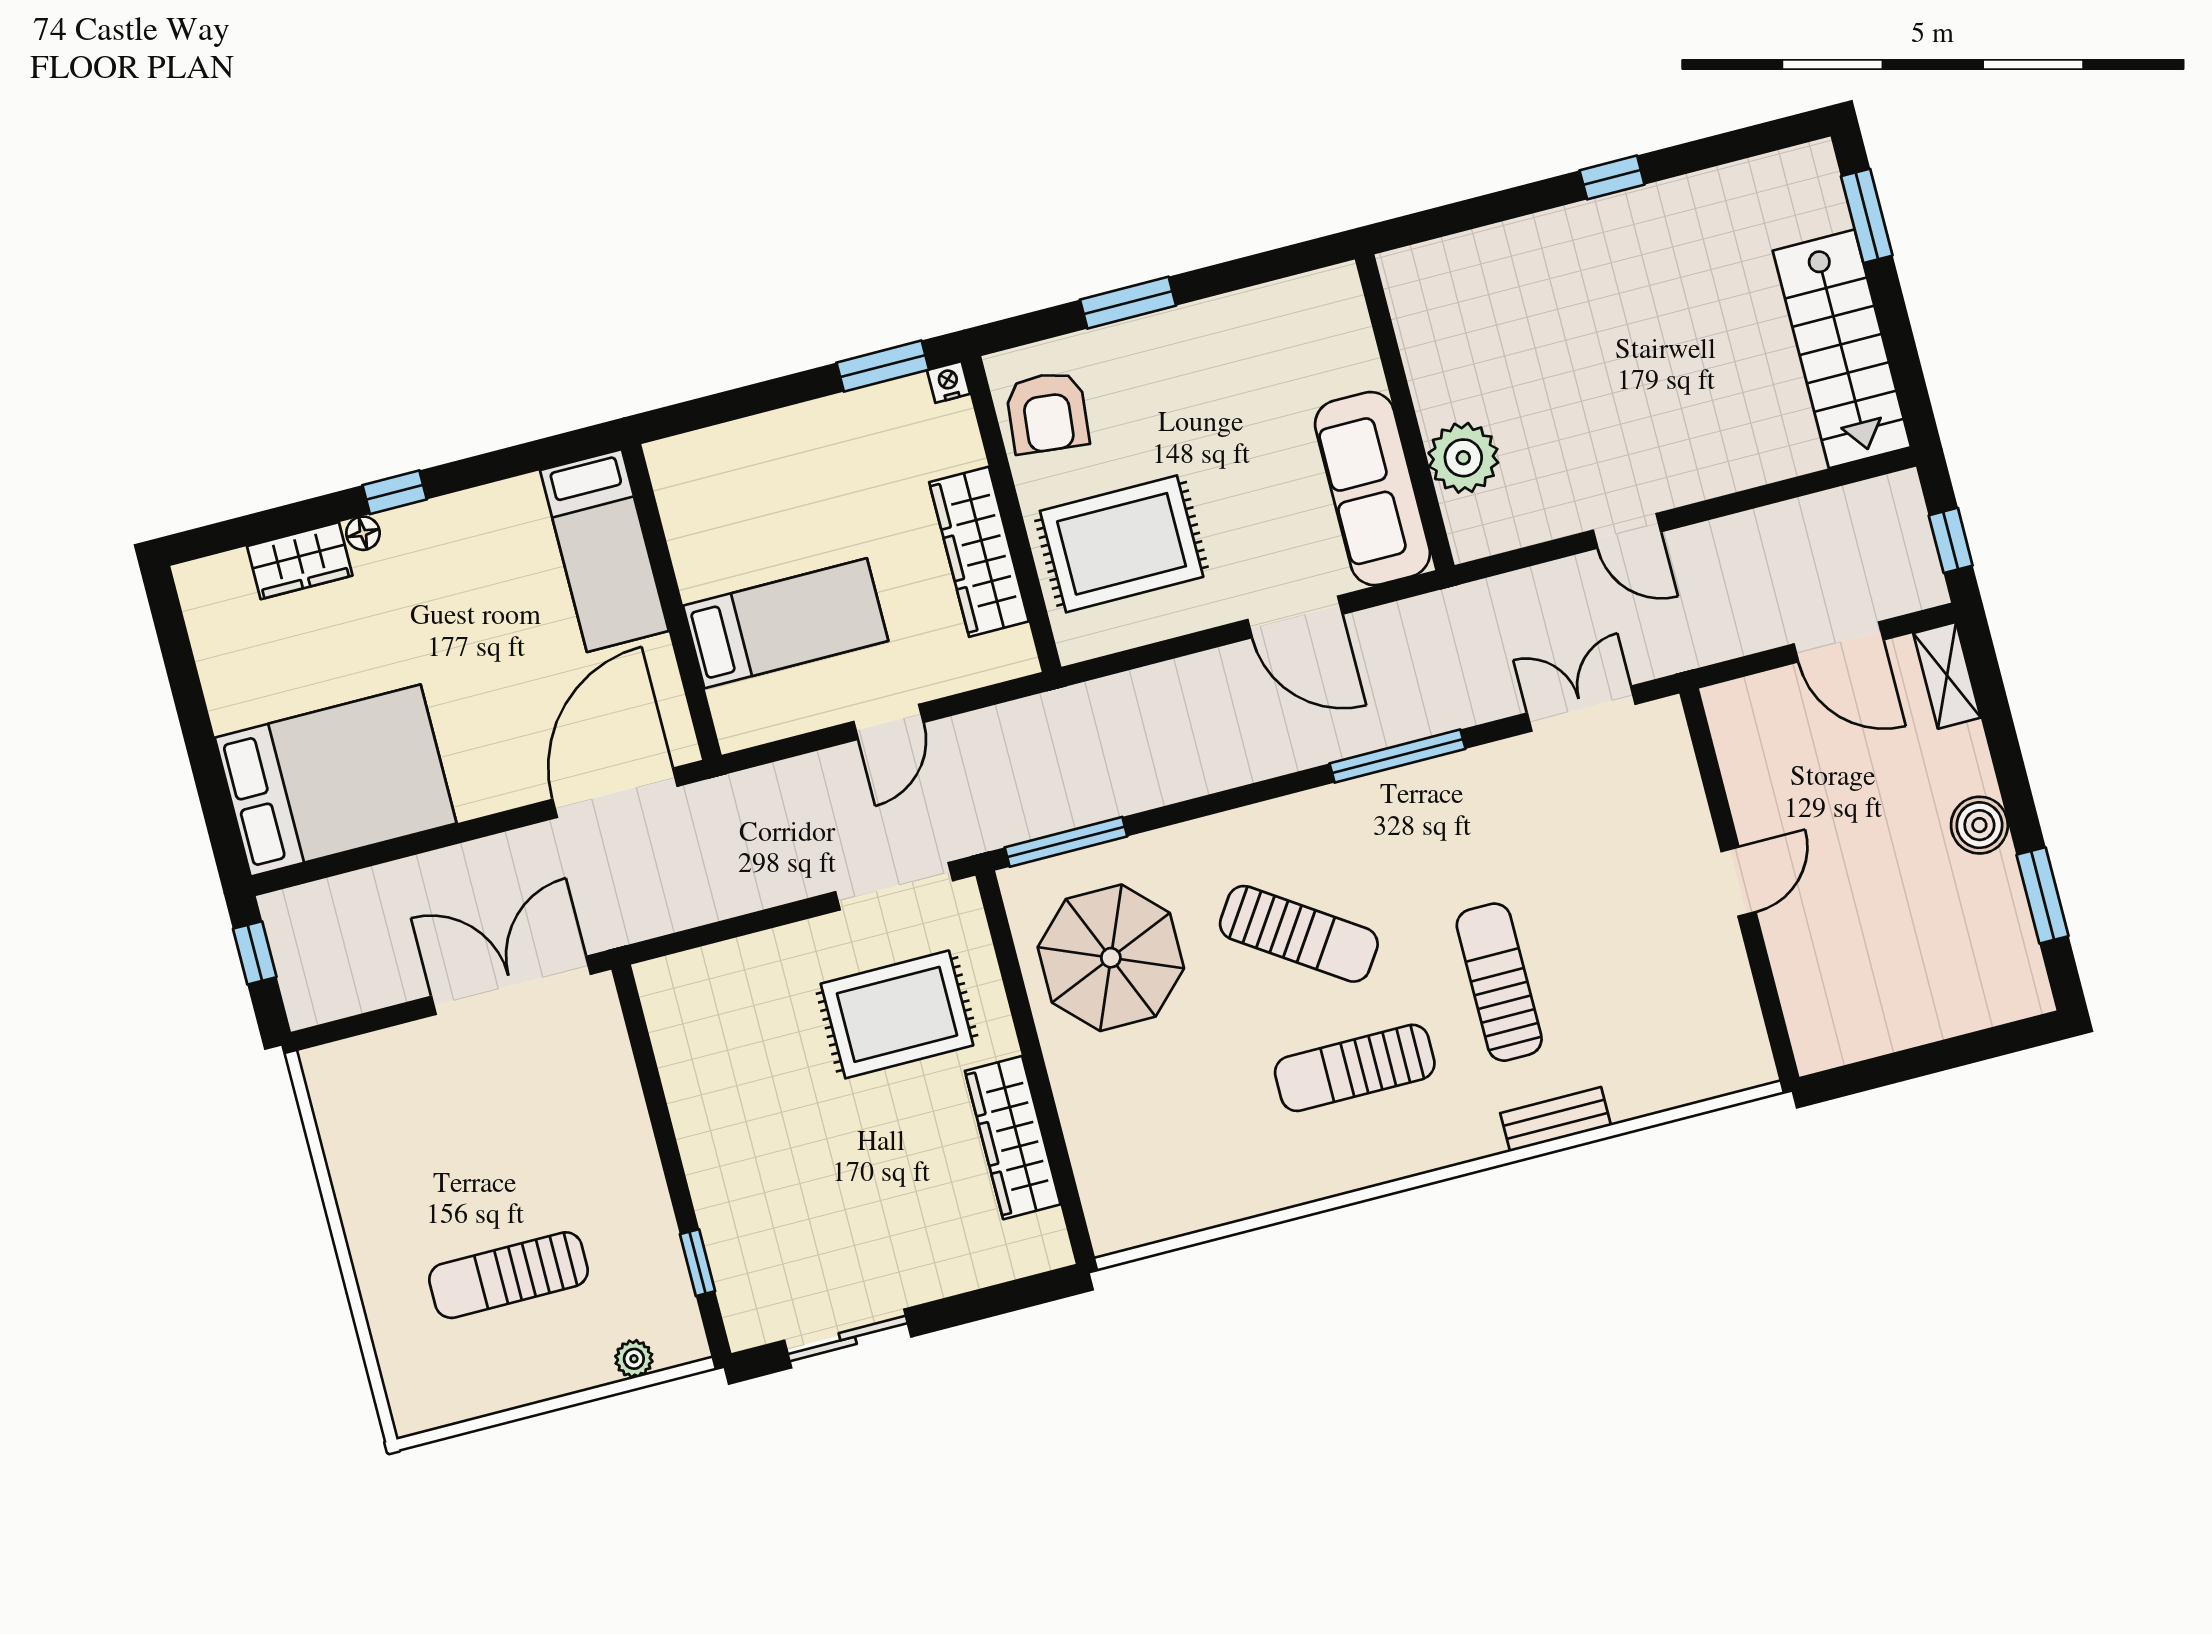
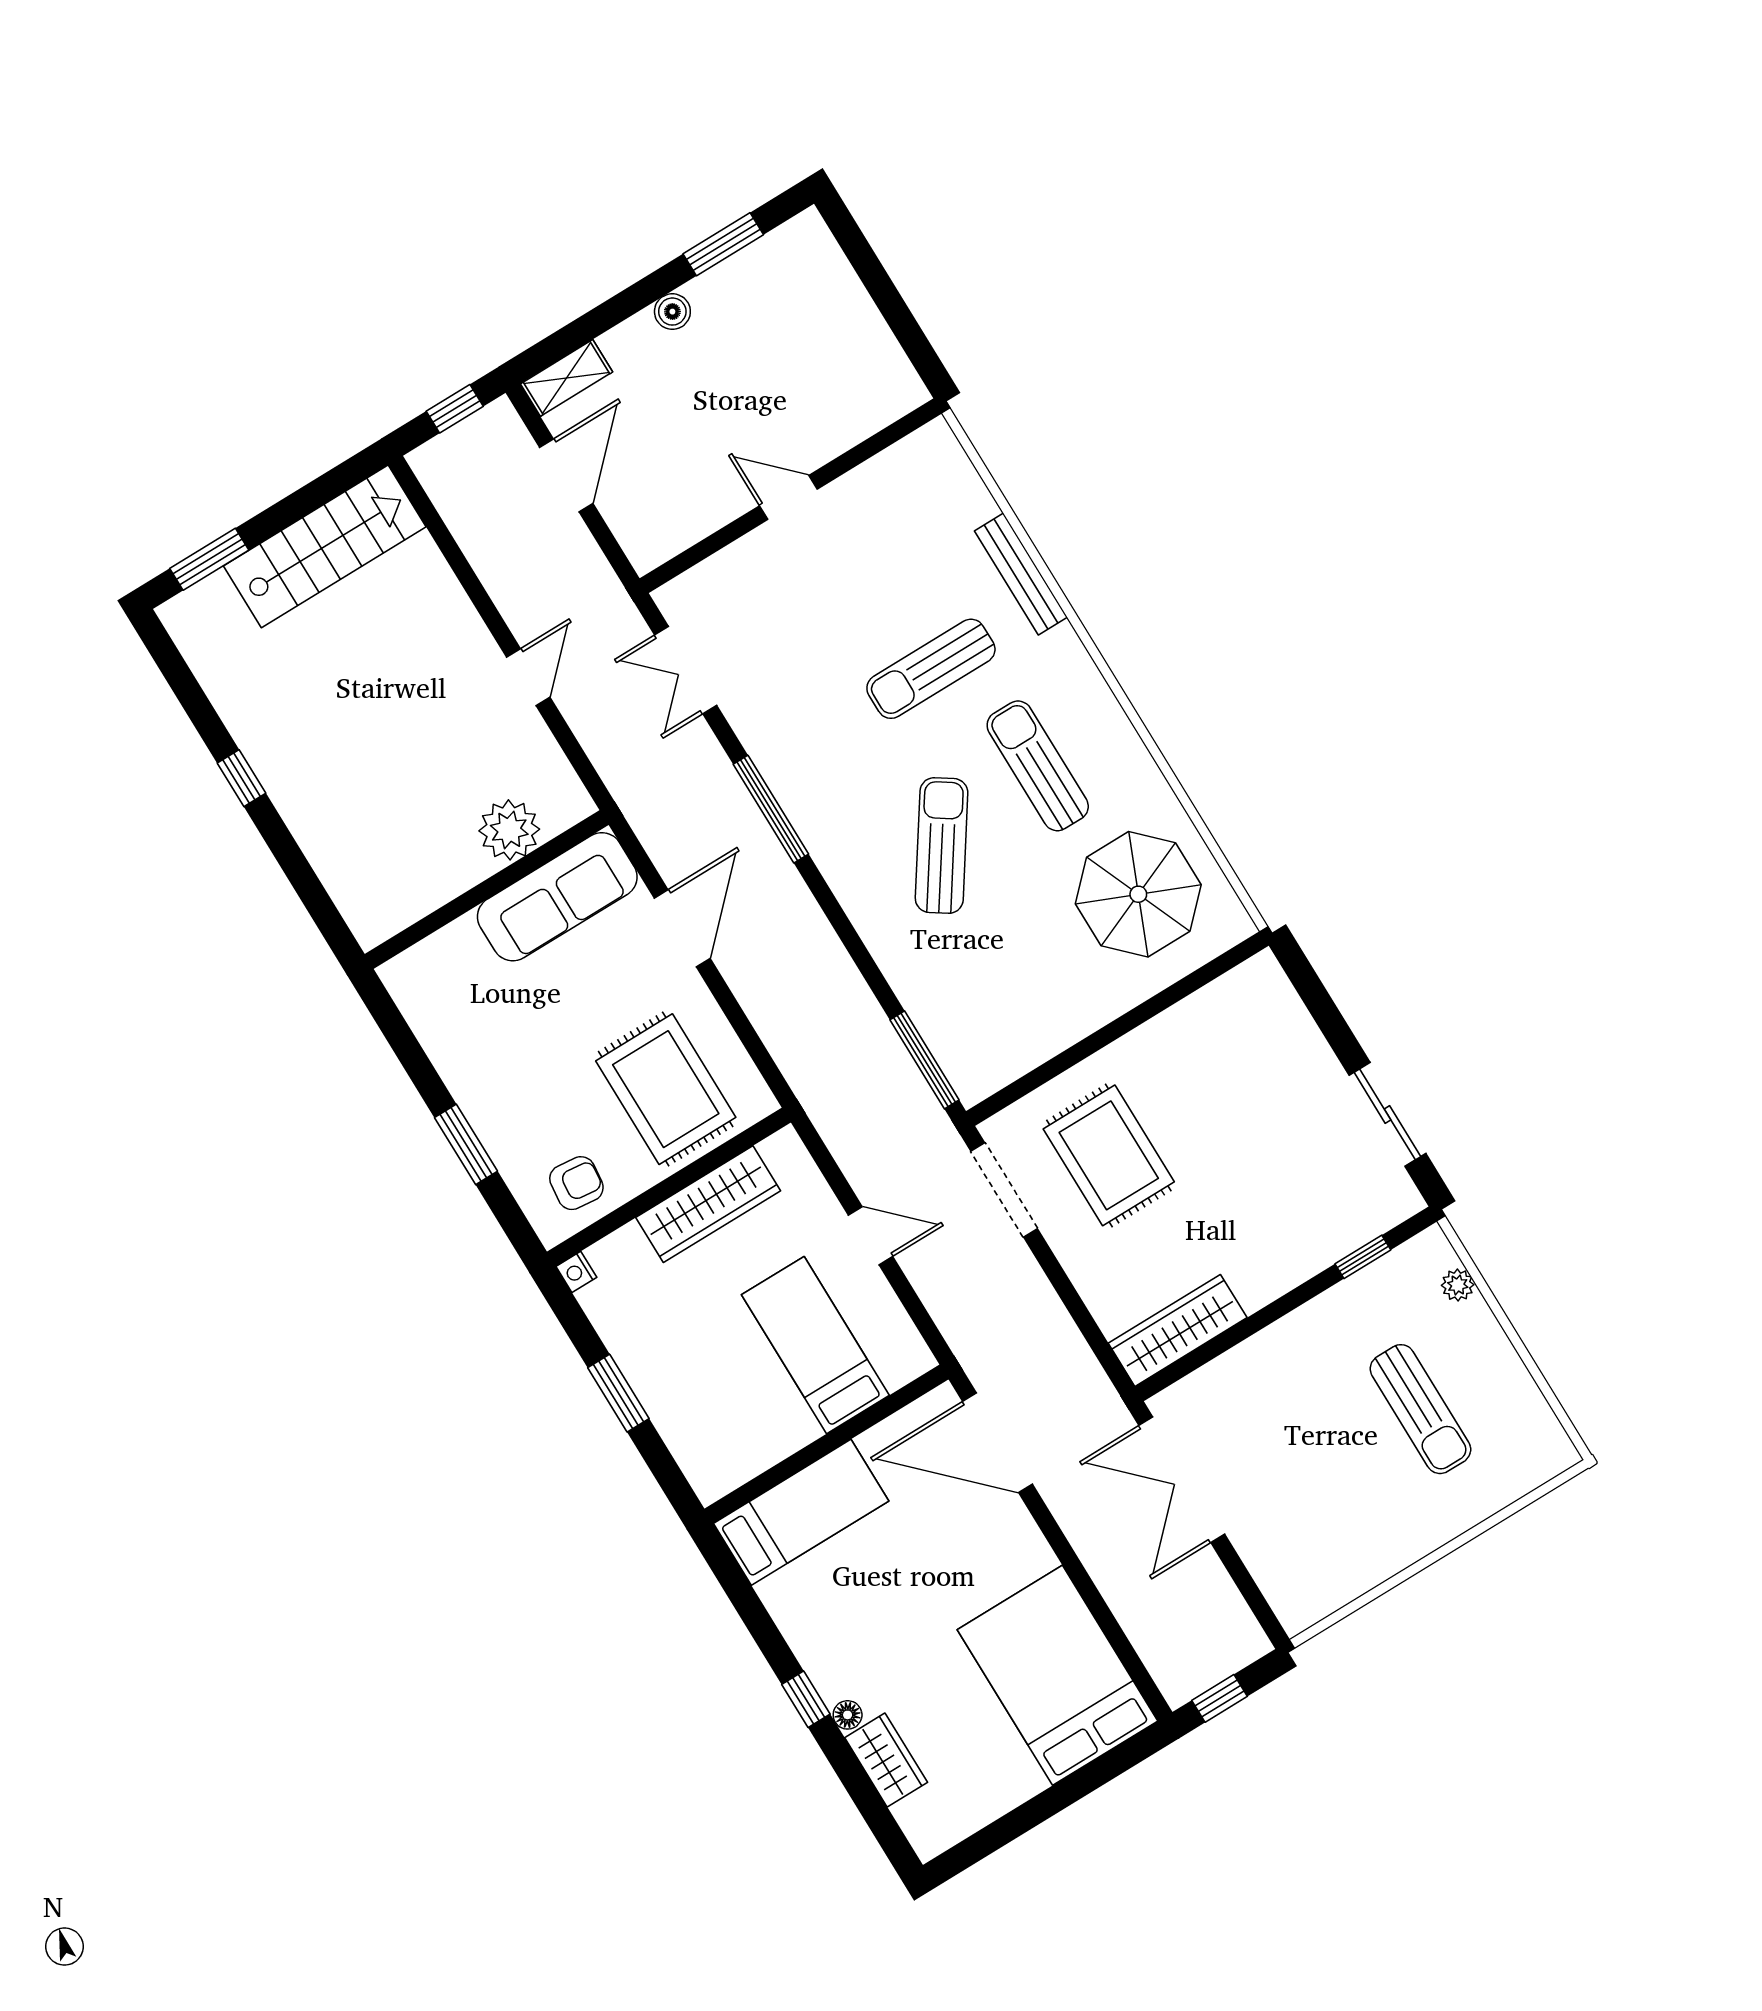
window: (883, 366) -> (618, 1393), moved
armchair: (1047, 412) -> (576, 1183), width x0.72, depth x0.72
boiler: (1979, 825) -> (672, 312), width x0.73, depth x0.73
parasol: (1111, 958) -> (1138, 894), moved
sun lounger: (1355, 1068) -> (1038, 766), turned 180
bench: (1556, 1119) -> (1021, 574), width x1.36
wardrobe: (1013, 1138) -> (1178, 1330), moved, turned 180

